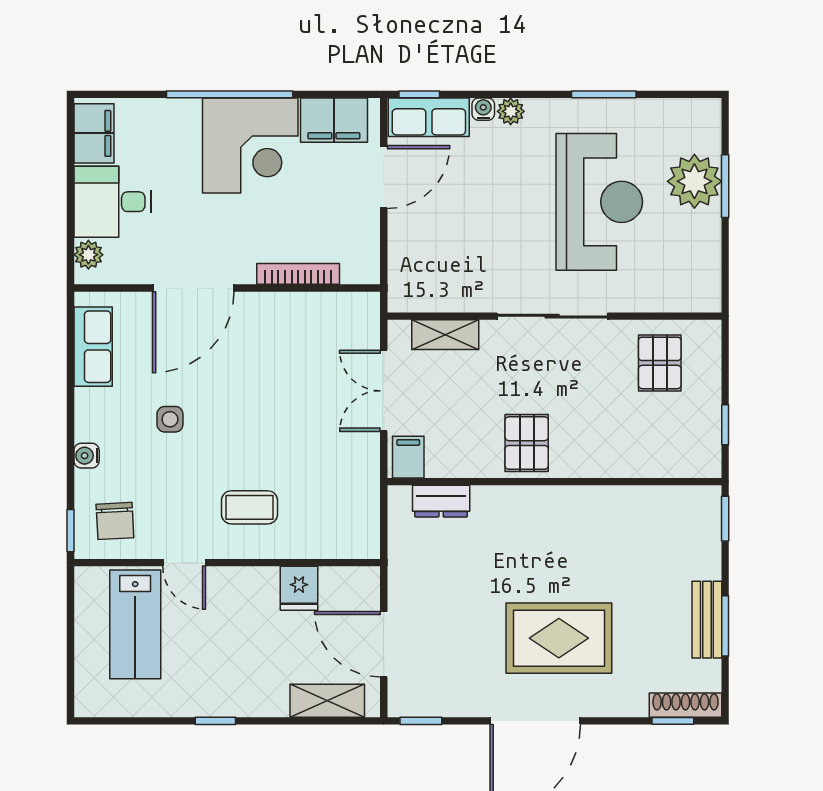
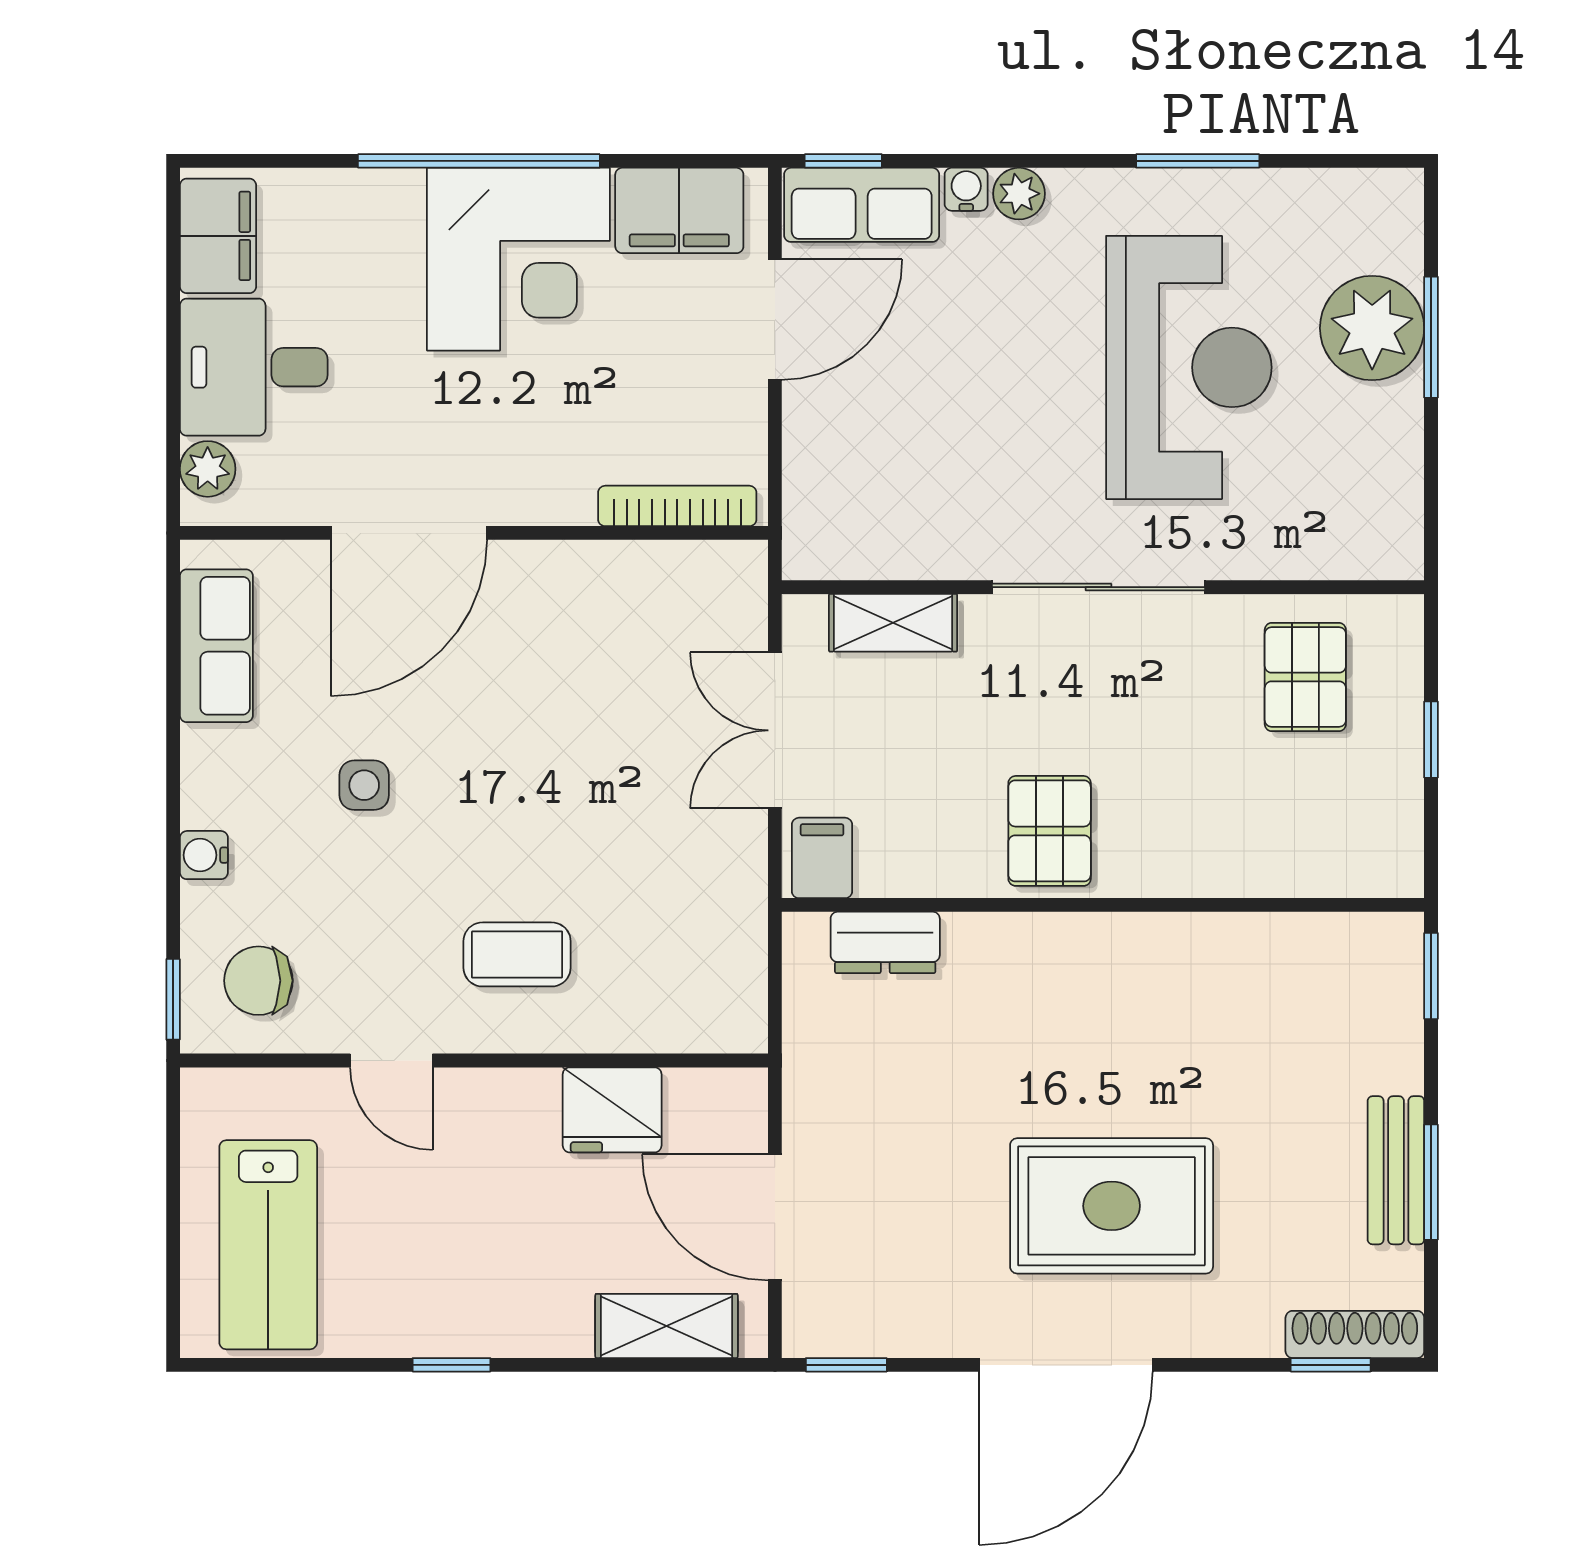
bookcase: (298, 274) -> (677, 506), moved
window: (725, 425) -> (1431, 740), moved
chair: (115, 521) -> (258, 981), turned 93
fridge: (299, 588) -> (612, 1110), width x1.38
lab bench: (135, 624) -> (268, 1245), moved

